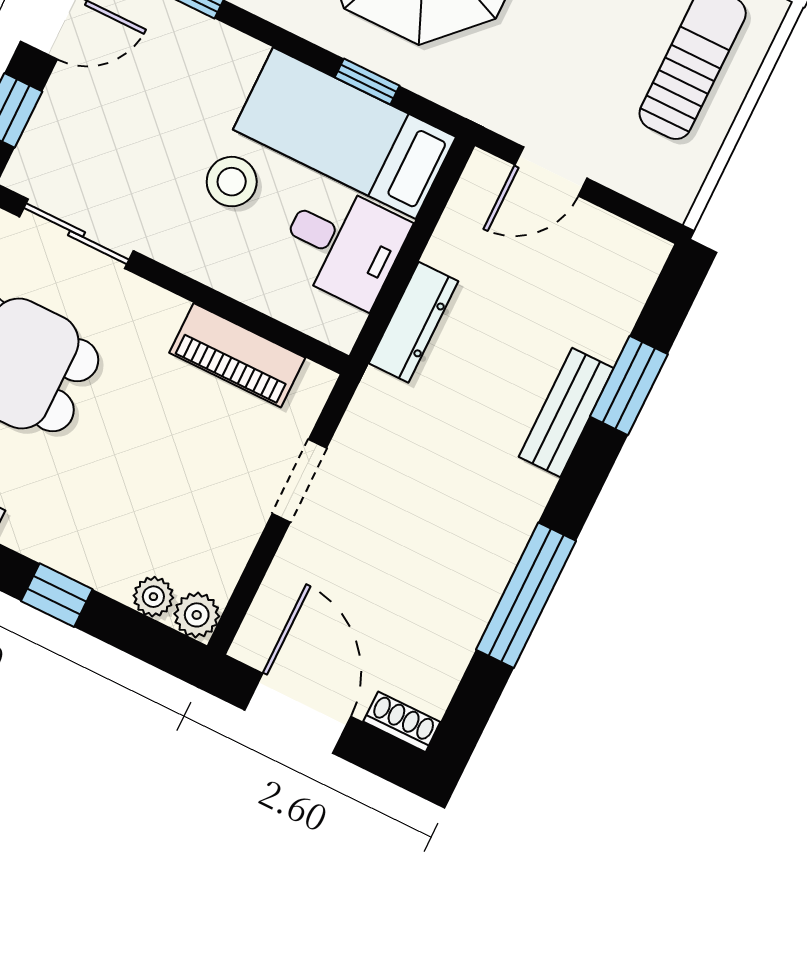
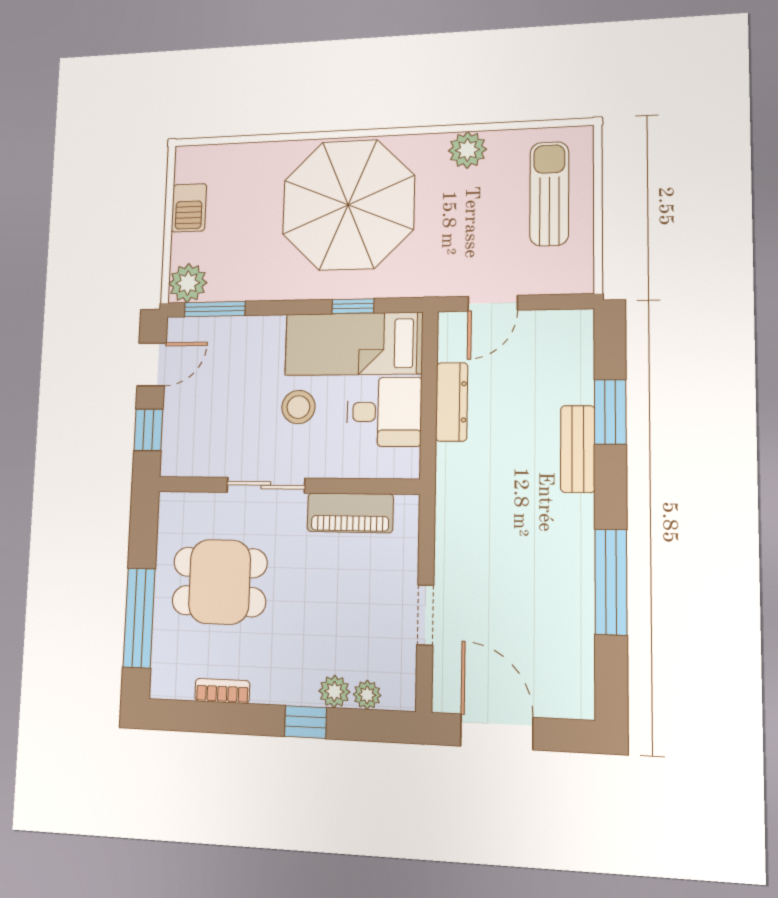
sliding door: (76, 234) -> (266, 485), moved
dresser: (414, 322) -> (452, 402), moved
doorway: (299, 481) -> (425, 615), moved
plant: (197, 615) -> (334, 691), moved
shoe rack: (402, 722) -> (569, 707), removed

